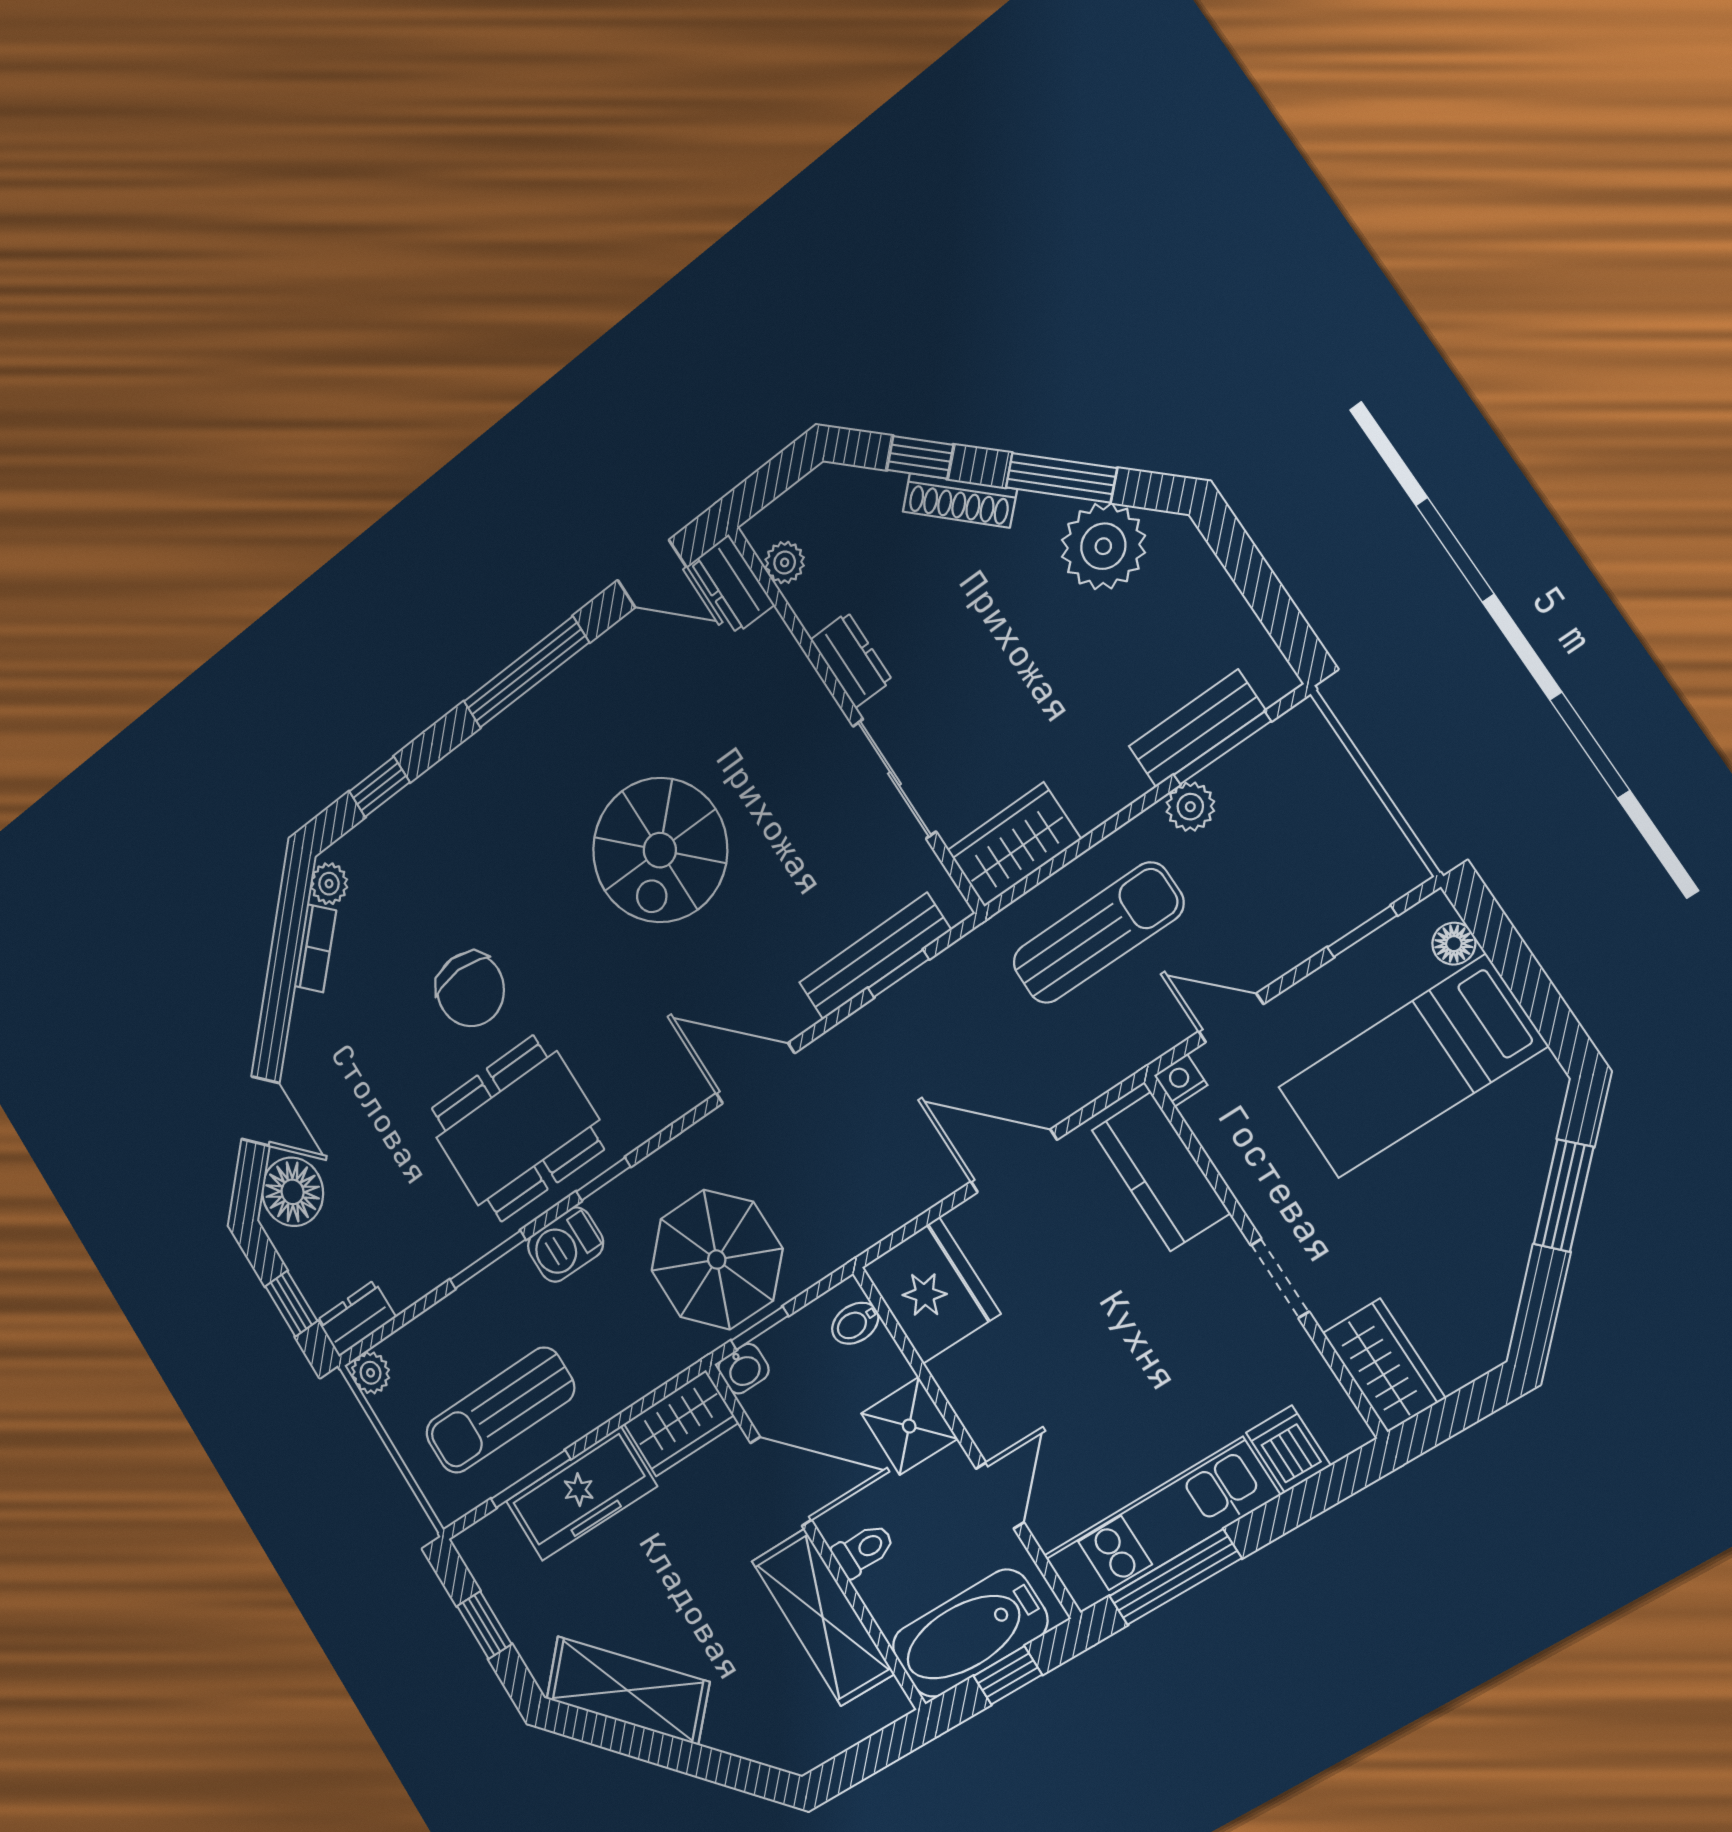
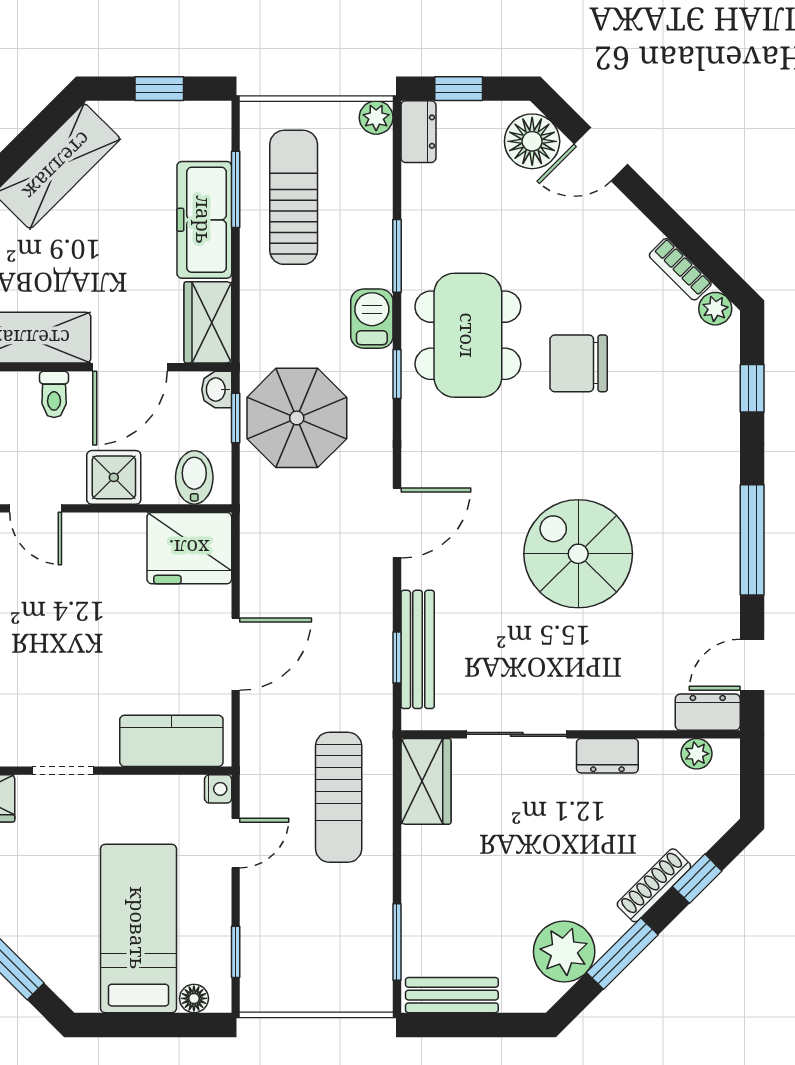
bench: (1197, 728) -> (452, 995), moved, turned 90
plant: (1190, 807) -> (376, 901), removed
bidet: (855, 1323) -> (194, 477), width x1.38, depth x1.36

